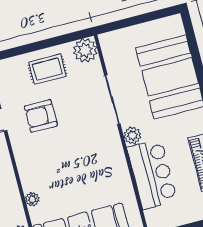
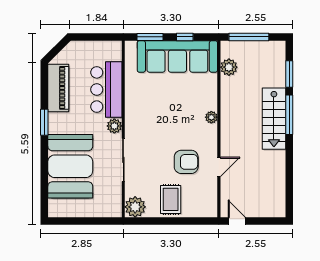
rug: (47, 69) -> (171, 199), turned 90
plant: (32, 199) -> (211, 117), moved

